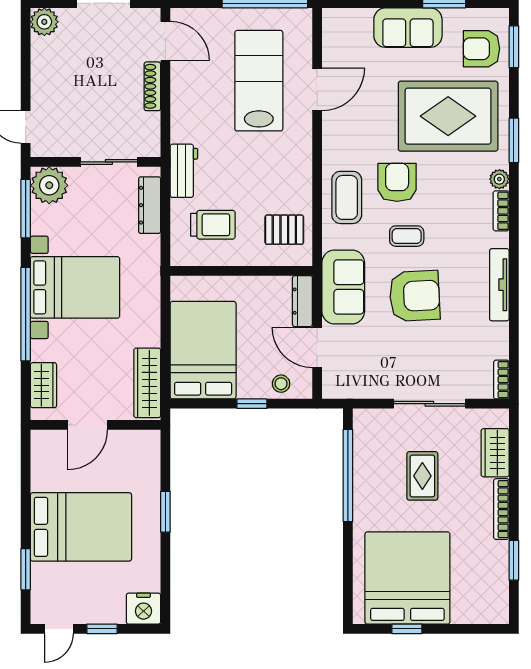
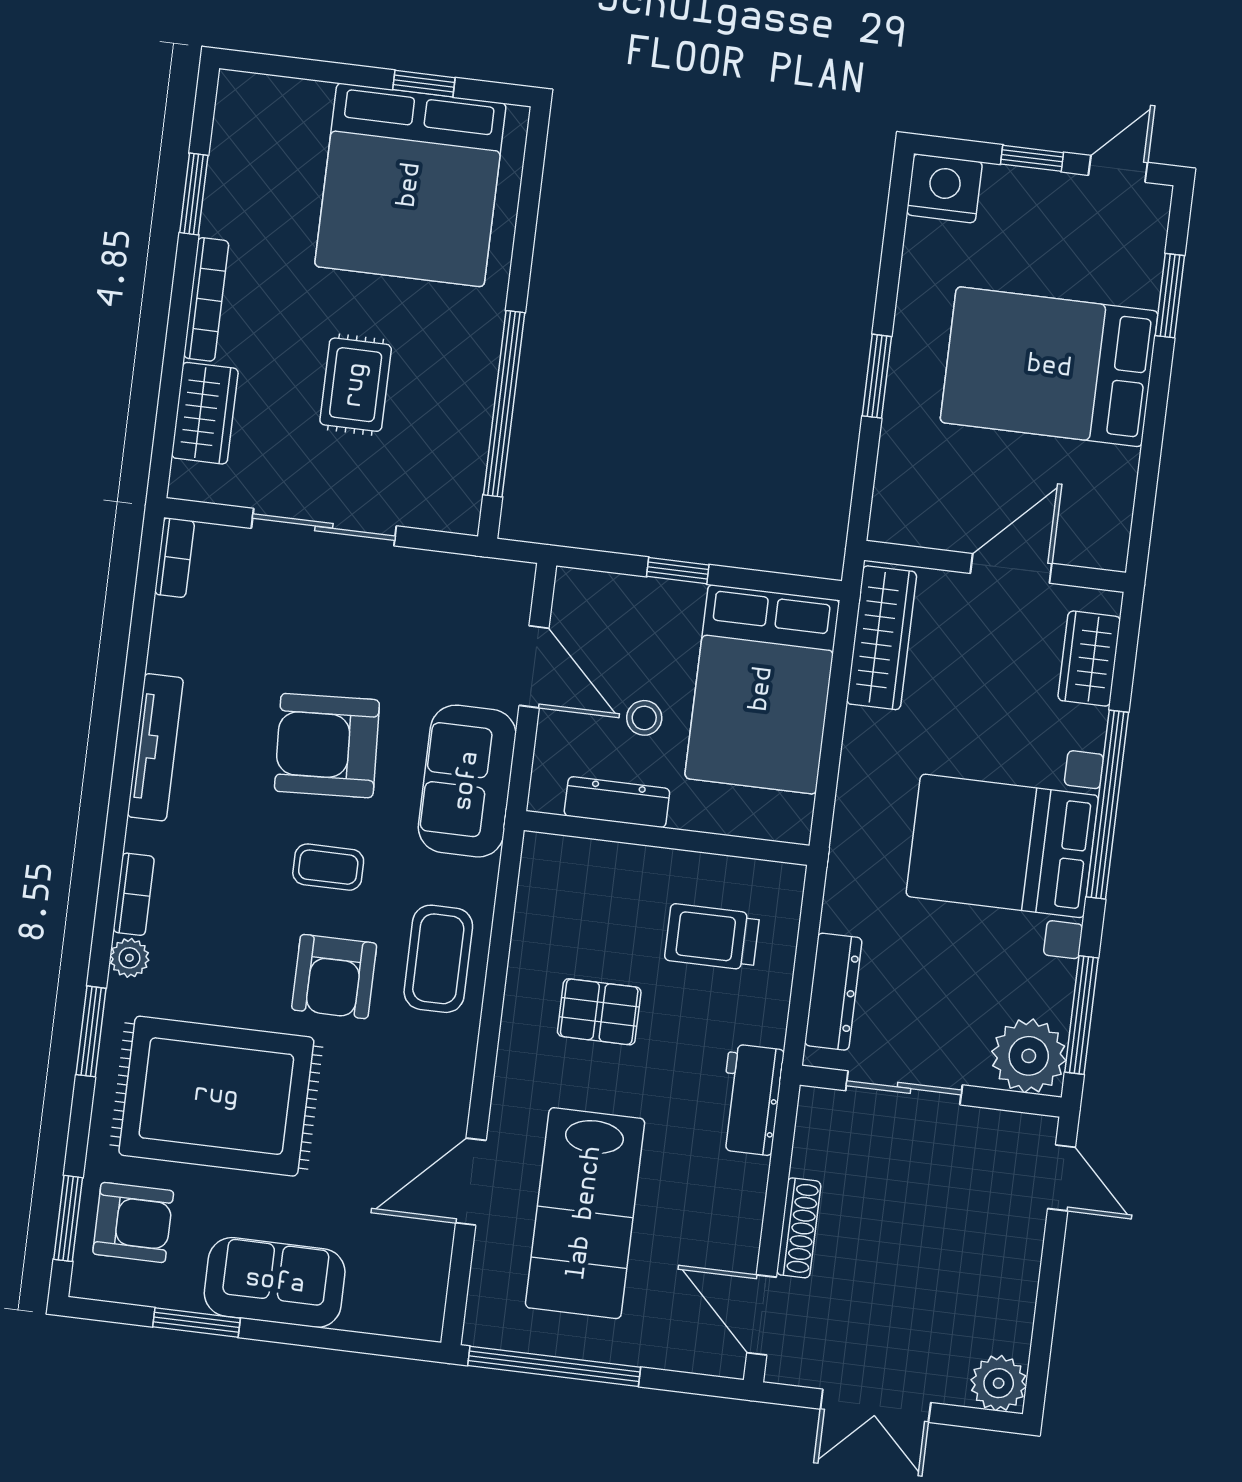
workbench: (184, 171) -> (751, 1100), moved
pallet: (284, 230) -> (599, 1012), moved
dresser: (302, 301) -> (617, 802), moved, turned -90
stool: (281, 384) -> (644, 718), moved

